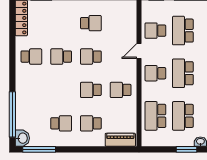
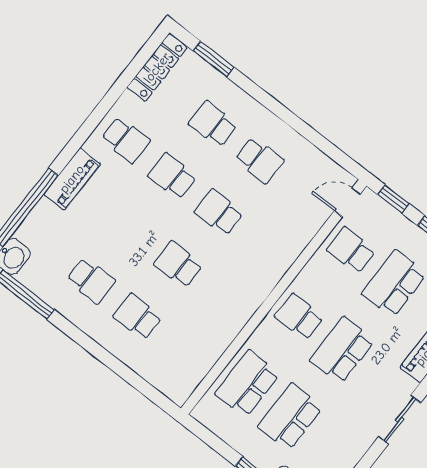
door: (139, 51) -> (347, 202), moved
school desk: (121, 90) -> (213, 124), moved
piano: (120, 140) -> (72, 179), moved, turned 90

